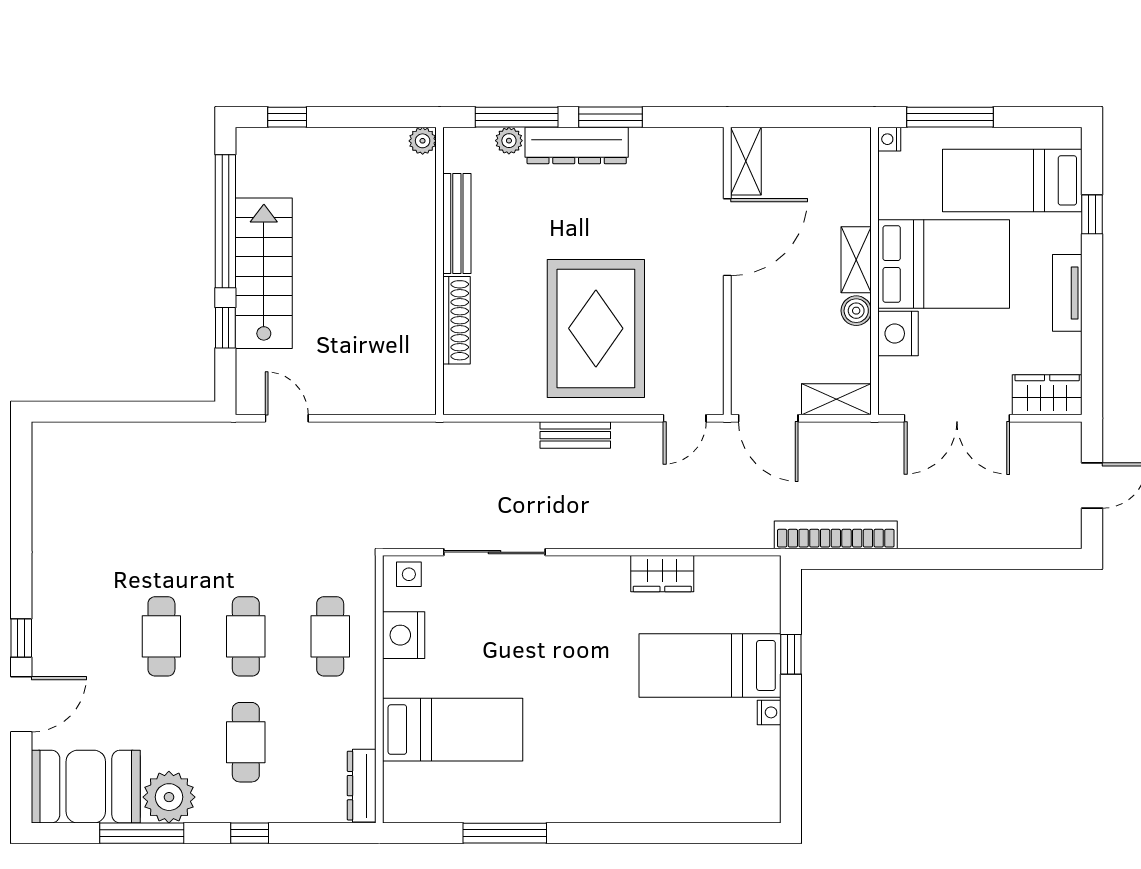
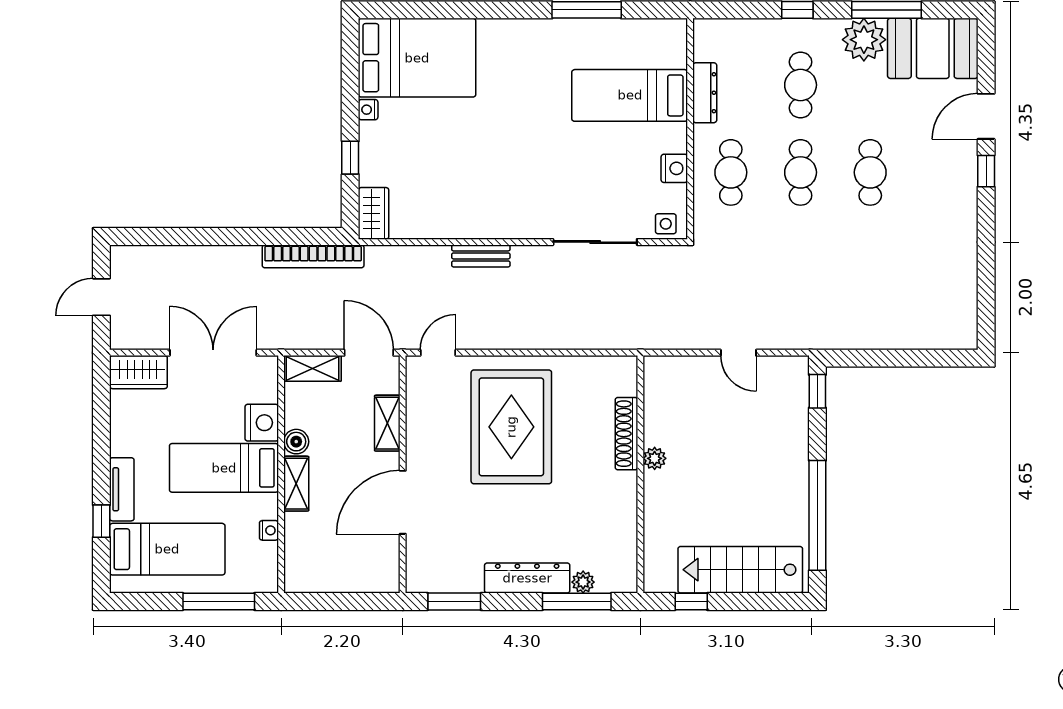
window: (287, 117) -> (691, 601), moved
window: (610, 117) -> (454, 601), moved
nightstand: (889, 139) -> (269, 530), moved
plant: (423, 141) -> (655, 458), moved
shelving: (746, 161) -> (387, 423), moved
bench: (457, 223) -> (626, 514), removed
bed: (944, 264) -> (224, 468), width x0.67
stairs: (264, 273) -> (740, 570), moved, turned 90
tv unit: (1067, 293) -> (122, 489), moved
window: (225, 328) -> (817, 391), moved
door: (287, 418) -> (738, 353), moved
bench: (575, 435) -> (481, 256), moved
wardrobe: (662, 574) -> (374, 213), moved, turned 90
nightstand: (404, 635) -> (674, 168), width x0.74, depth x0.75
bed: (710, 665) -> (417, 58), moved, width x1.50
dresser: (362, 786) -> (705, 93), moved

